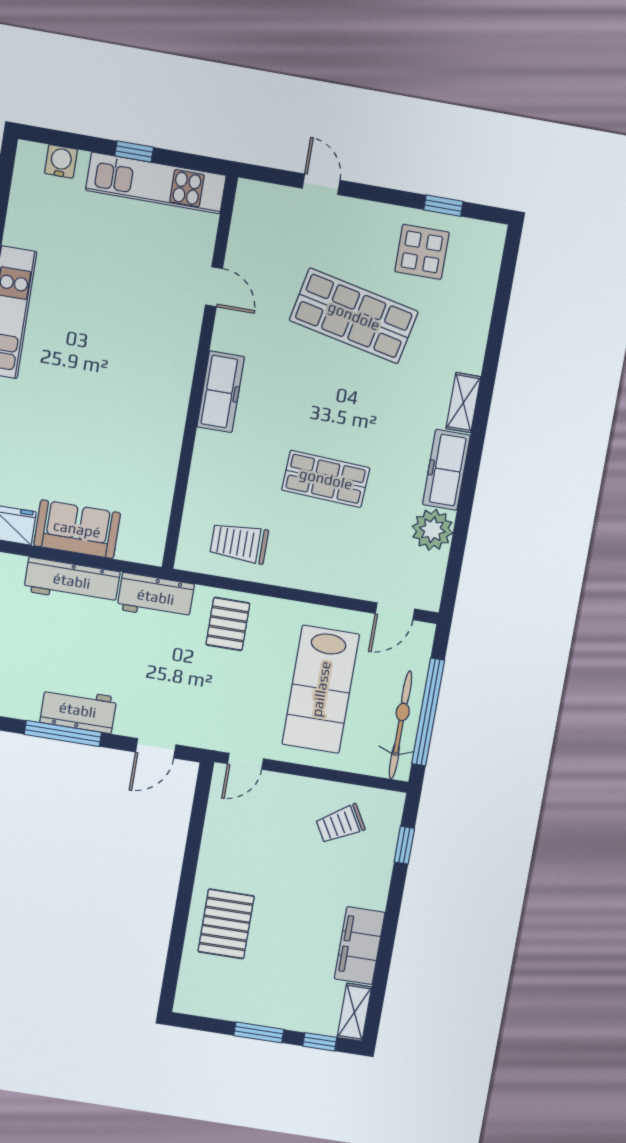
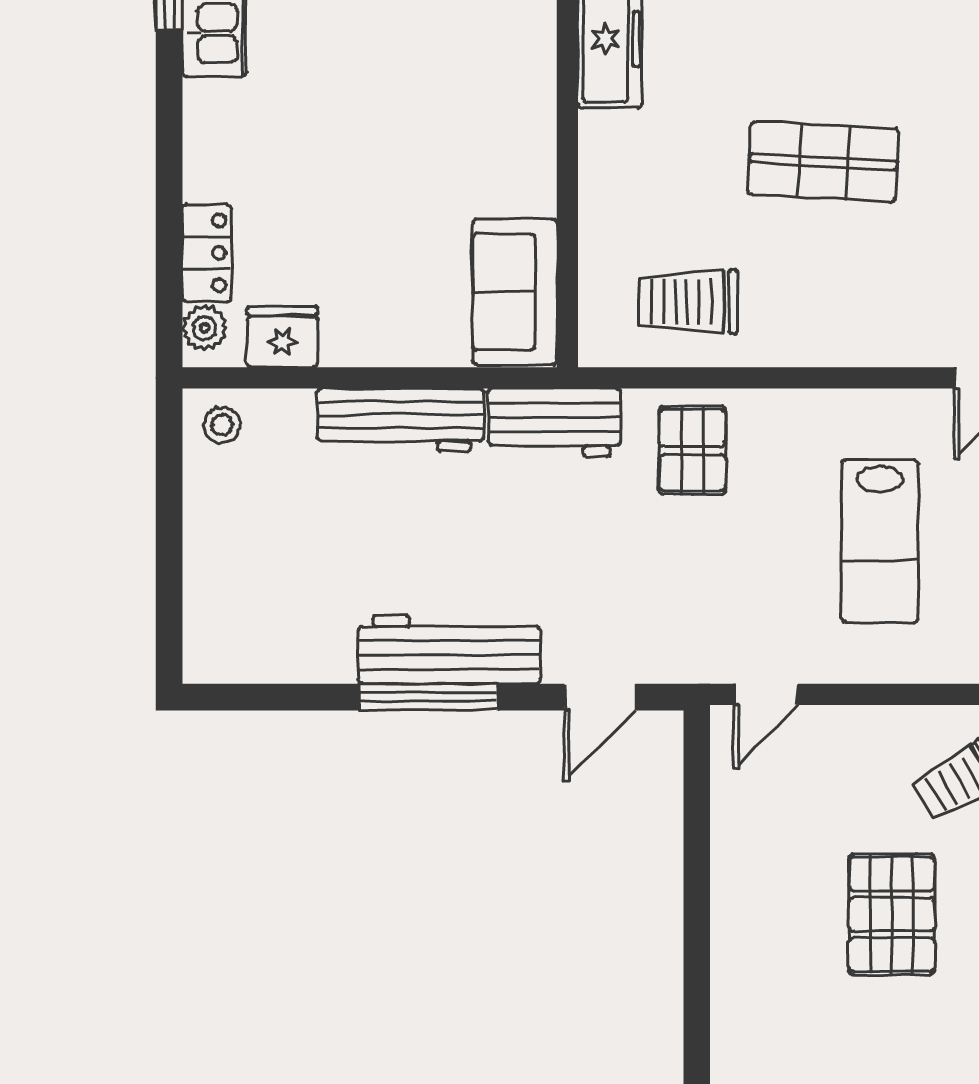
sofa: (77, 529) -> (515, 292), moved, turned -90
lab bench: (321, 689) -> (880, 541), width x0.73, depth x0.72
workbench: (78, 710) -> (449, 650), width x1.38
pallet: (226, 924) -> (892, 914), moved

